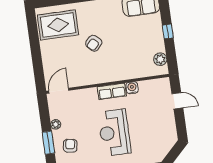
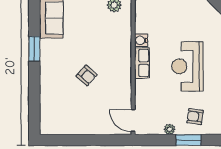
rug: (58, 25) -> (61, 112), removed
reception desk: (114, 133) -> (187, 66), turned 90

